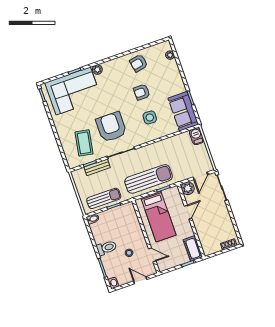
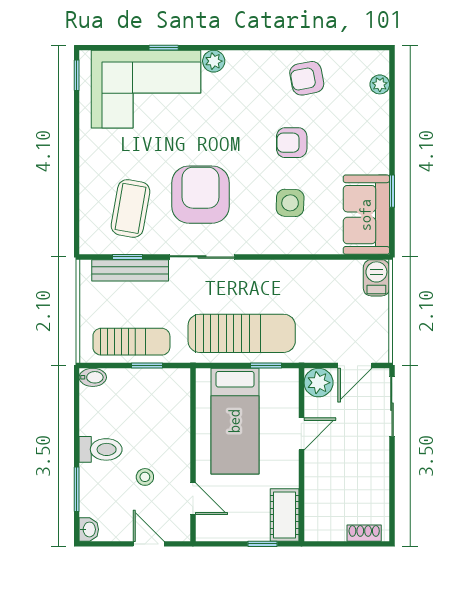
bench: (97, 167) -> (130, 270), width x1.36

